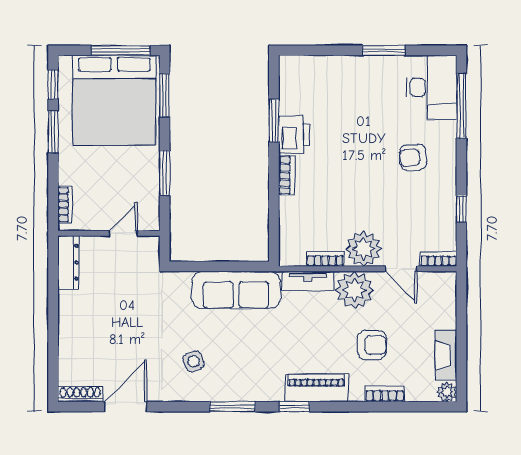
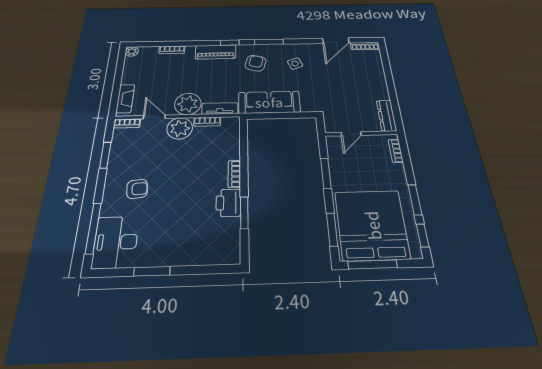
window: (461, 209) -> (105, 155), width x1.50
armchair: (372, 345) -> (256, 63), moved, turned 105
fireplace: (446, 355) -> (125, 99), moved

